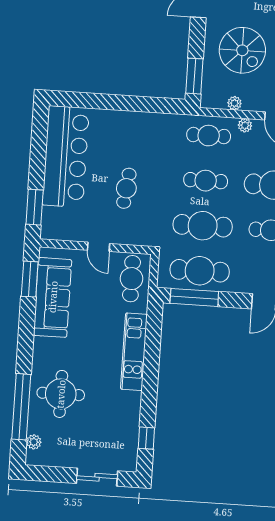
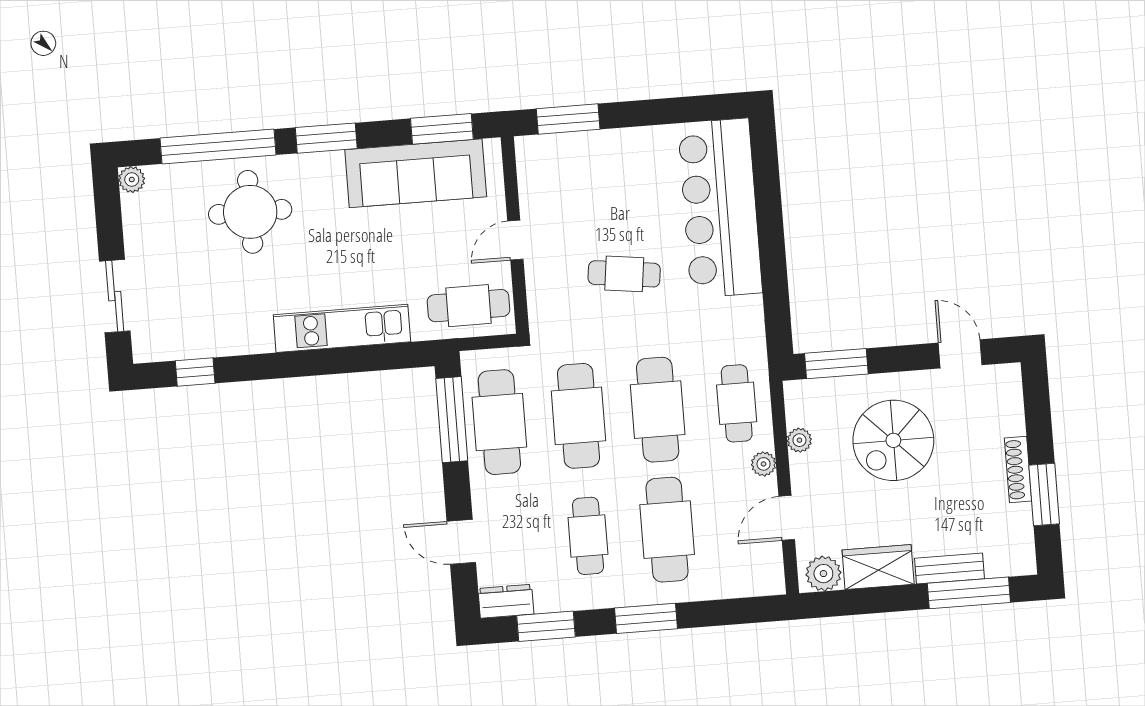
bar counter: (66, 157) -> (720, 208), moved, turned 90
cafe table: (206, 181) -> (658, 410), width x1.37, depth x1.35
window: (25, 345) -> (326, 138), added
plant: (34, 442) -> (132, 180), moved

